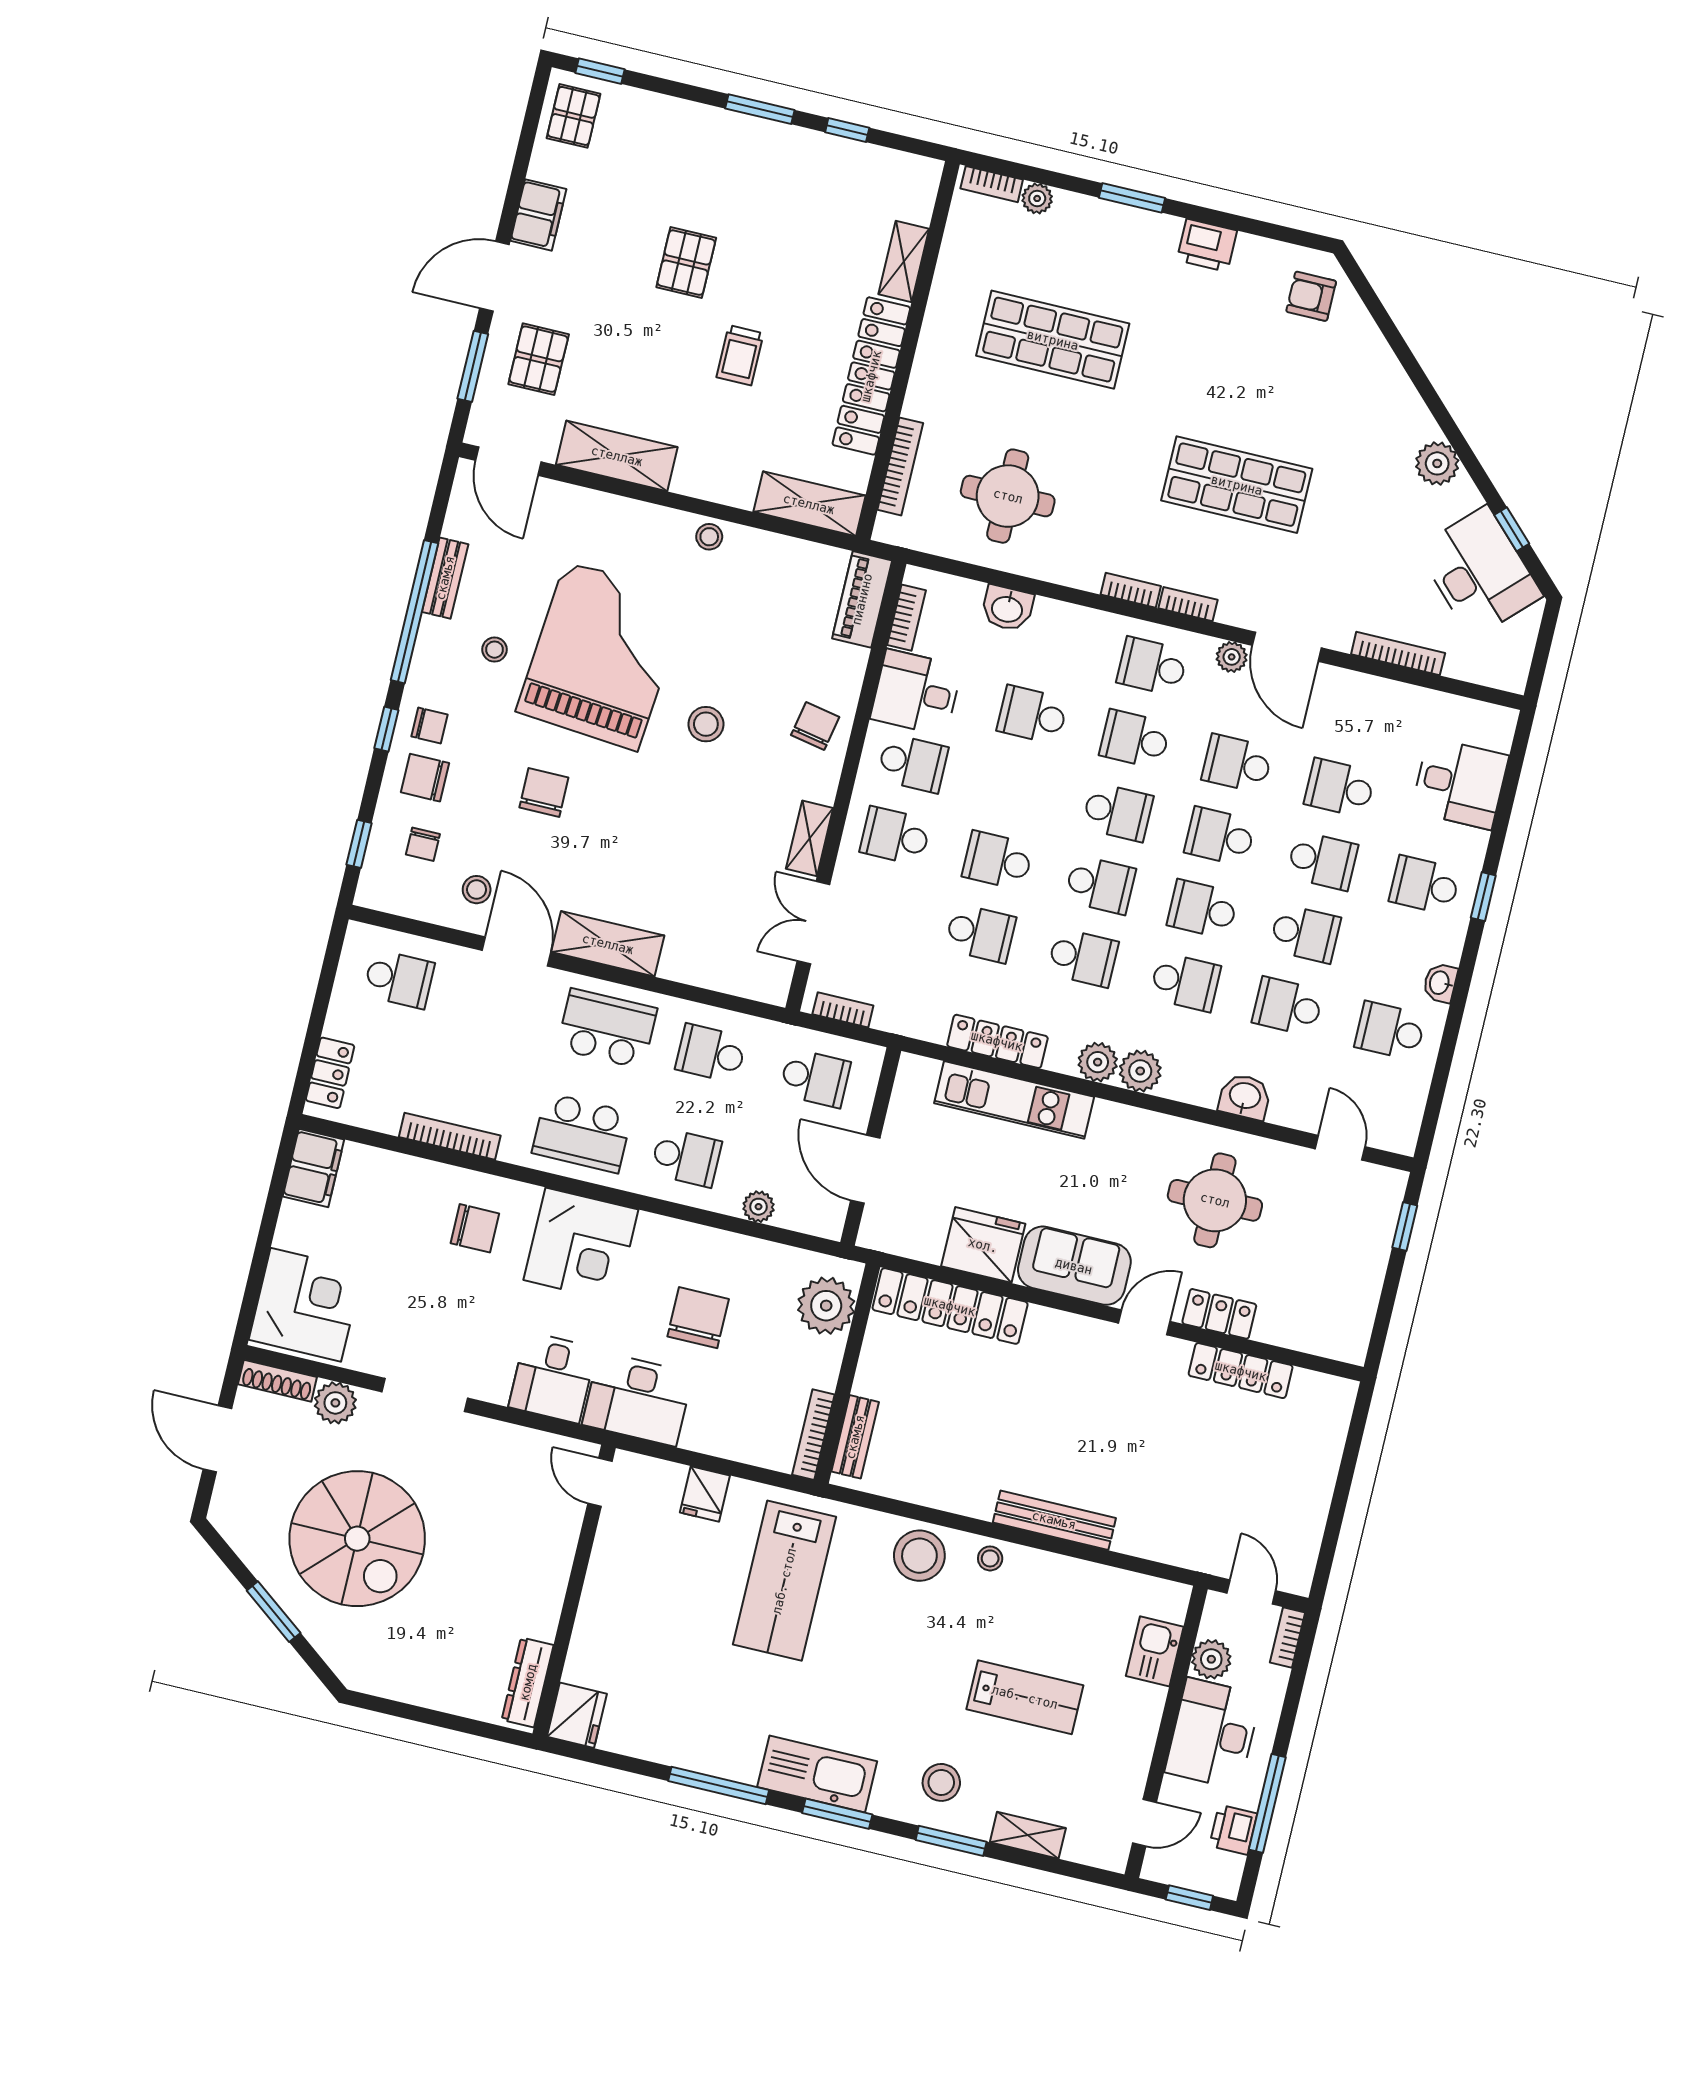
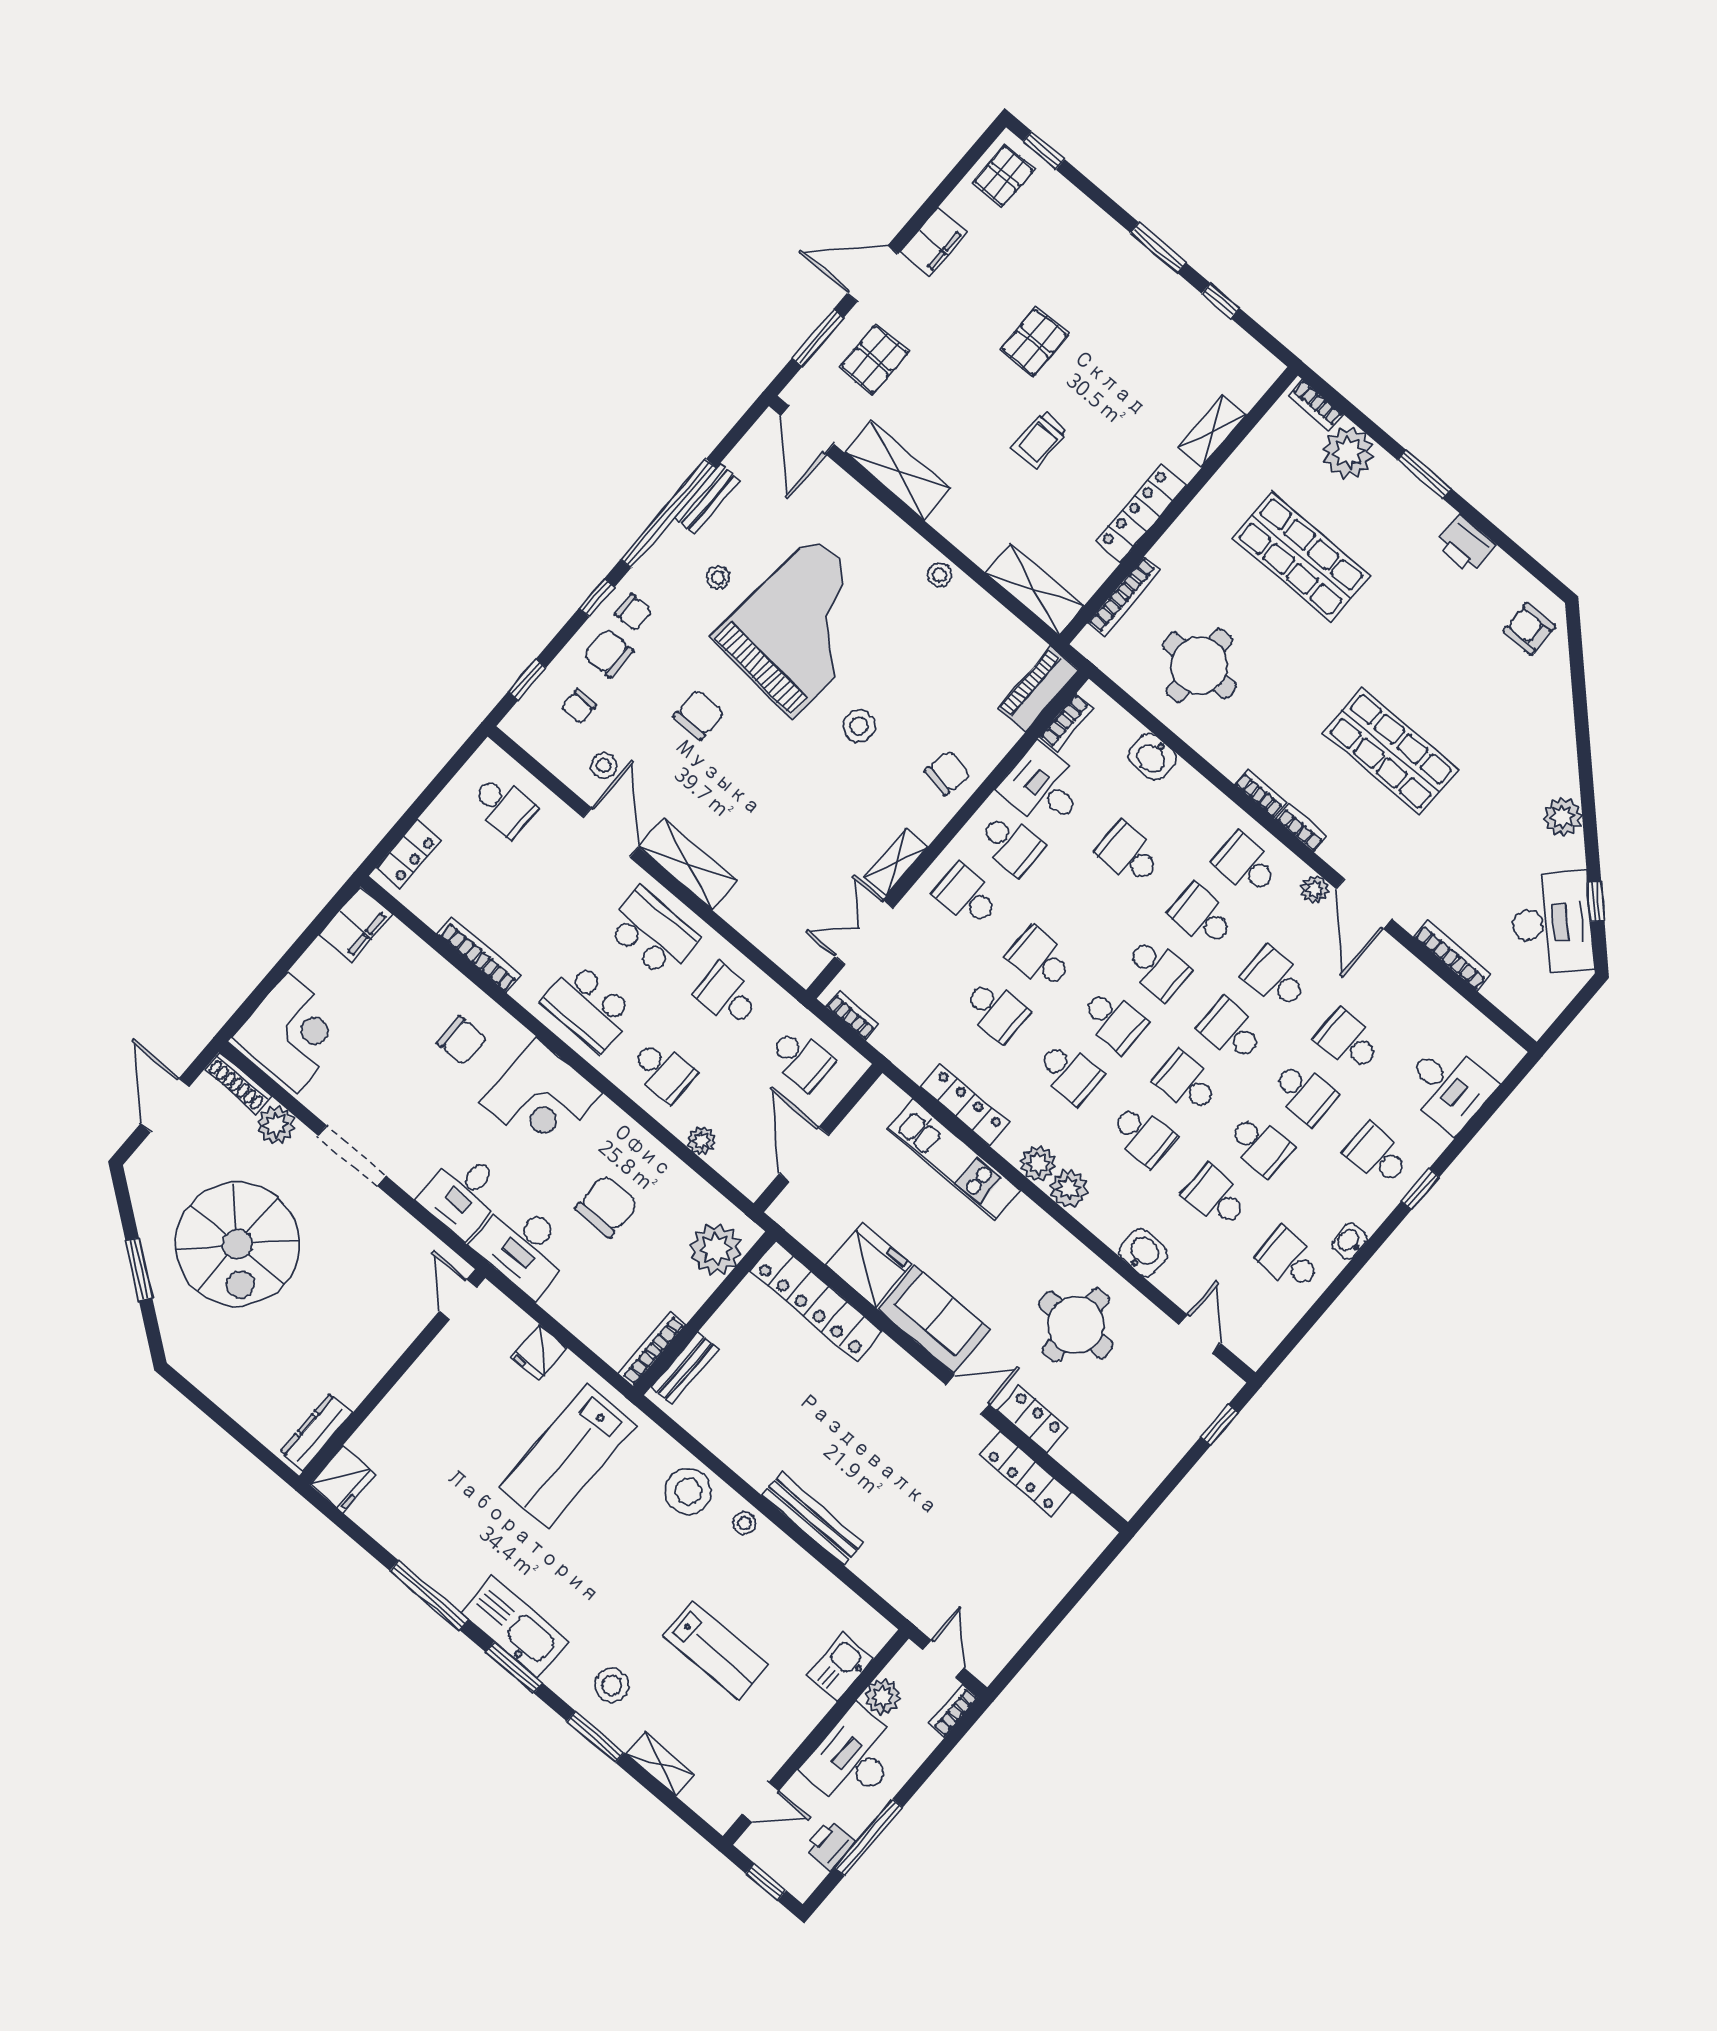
plant: (1037, 198) -> (1348, 453), width x1.88, depth x1.88
locker: (871, 376) -> (1141, 513), width x0.71, depth x0.83

